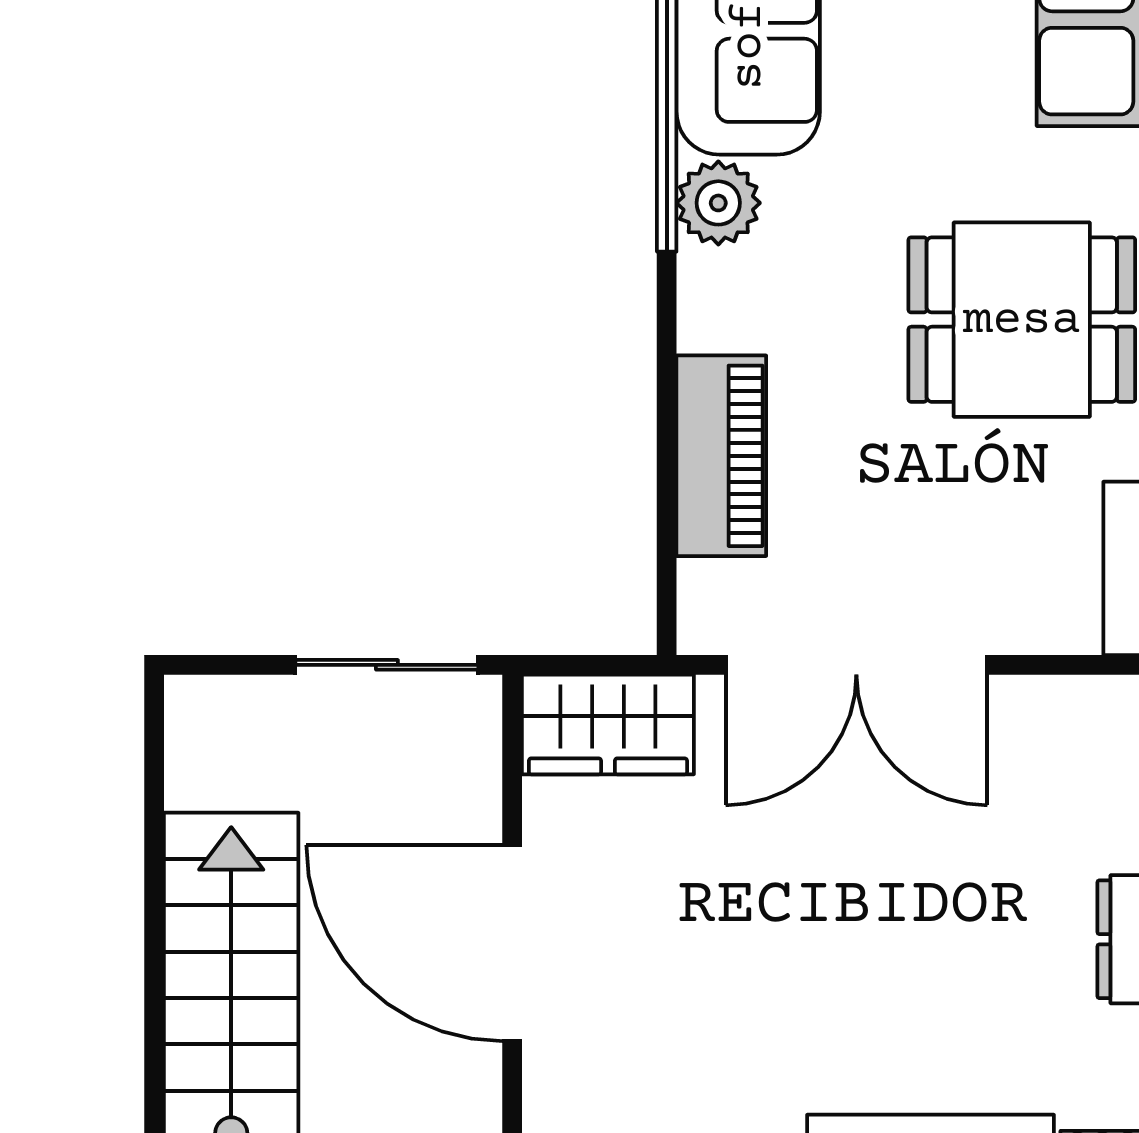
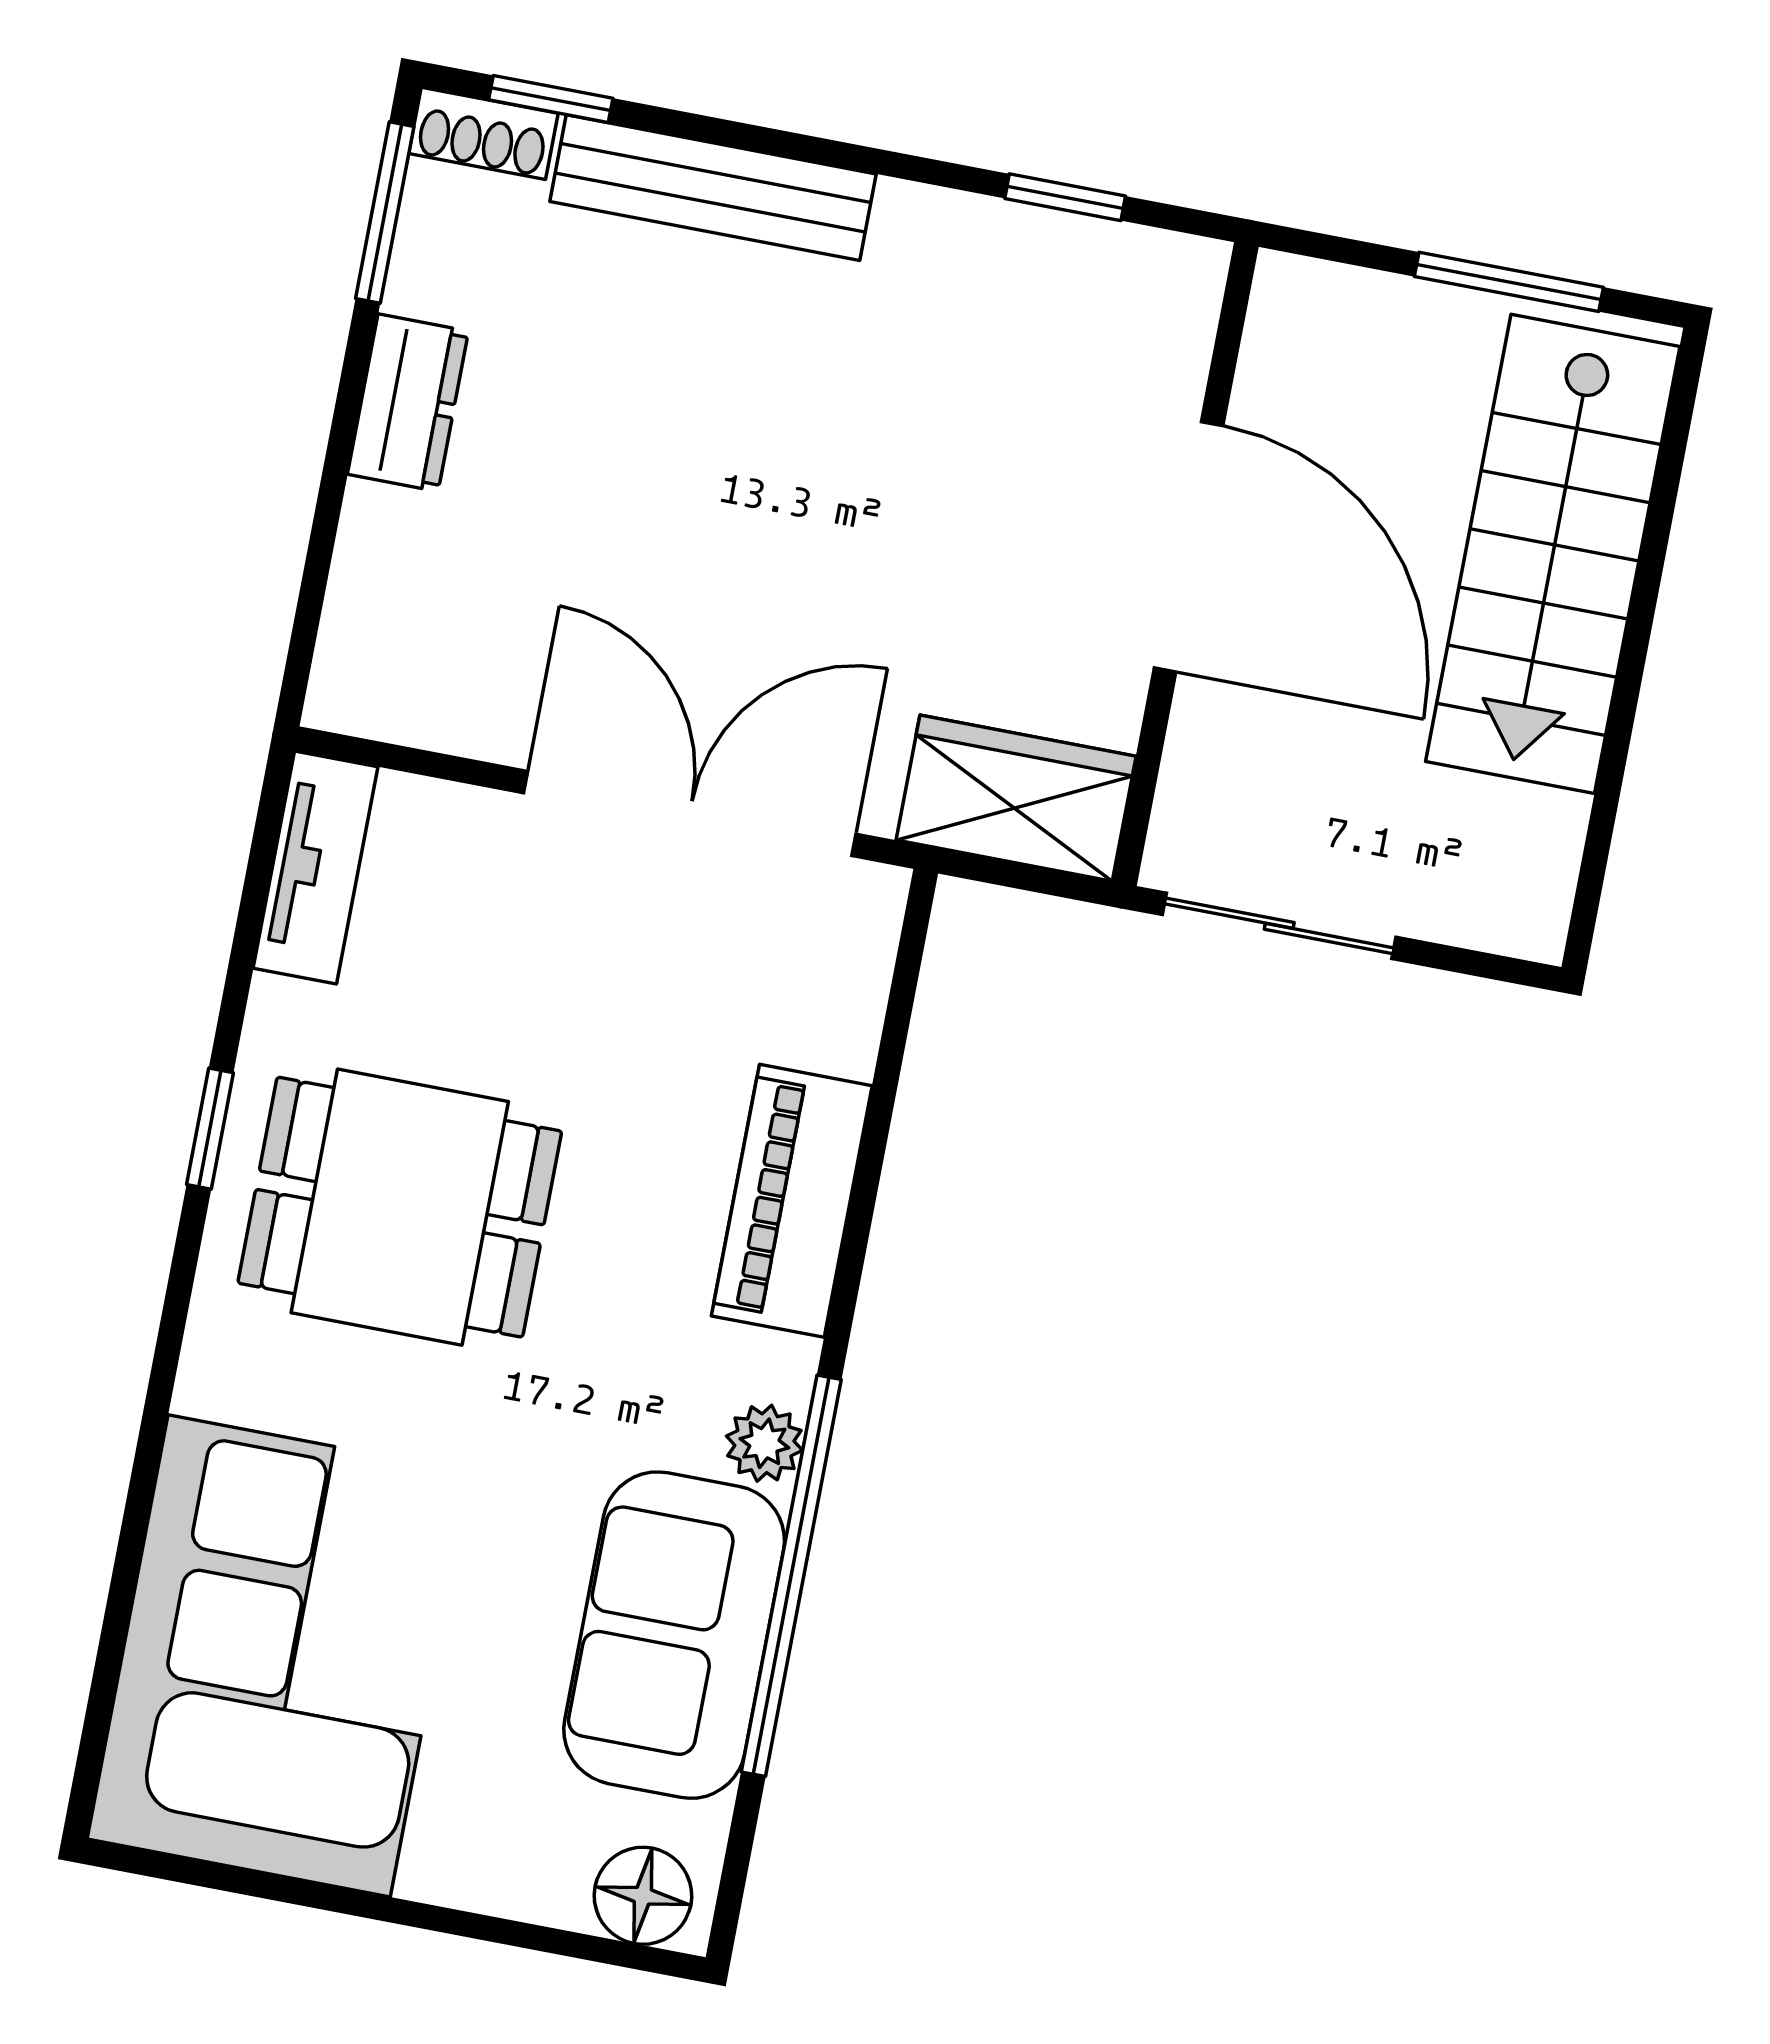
plant: (718, 203) -> (764, 1443), width x0.73, depth x0.73
piano: (721, 456) -> (792, 1201), moved

